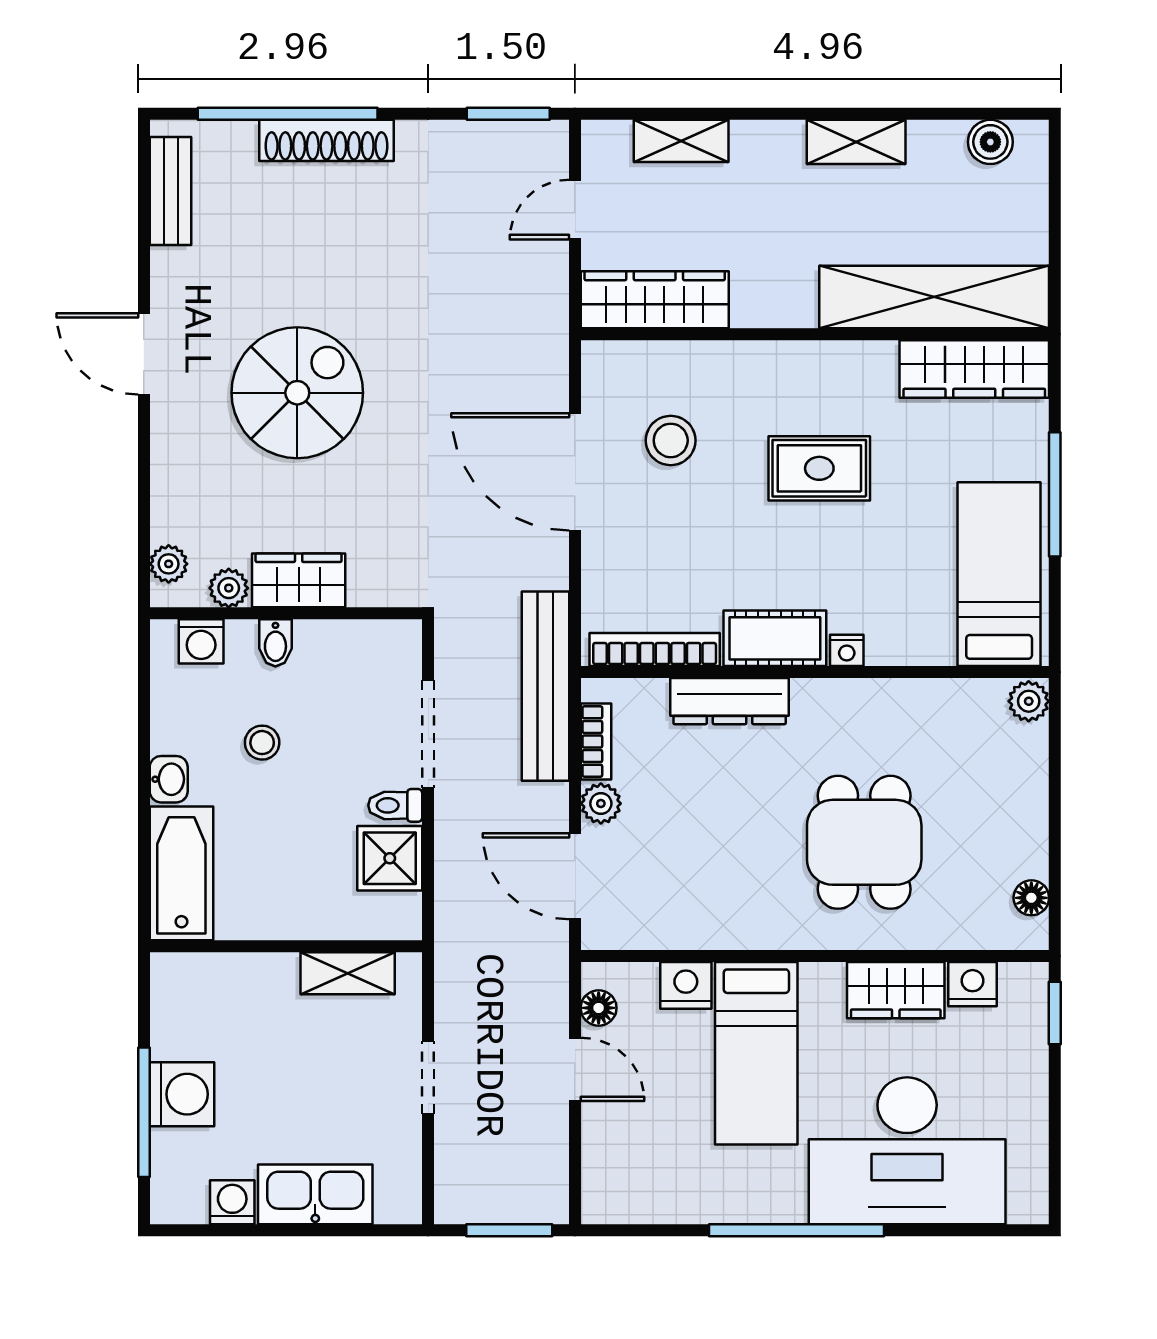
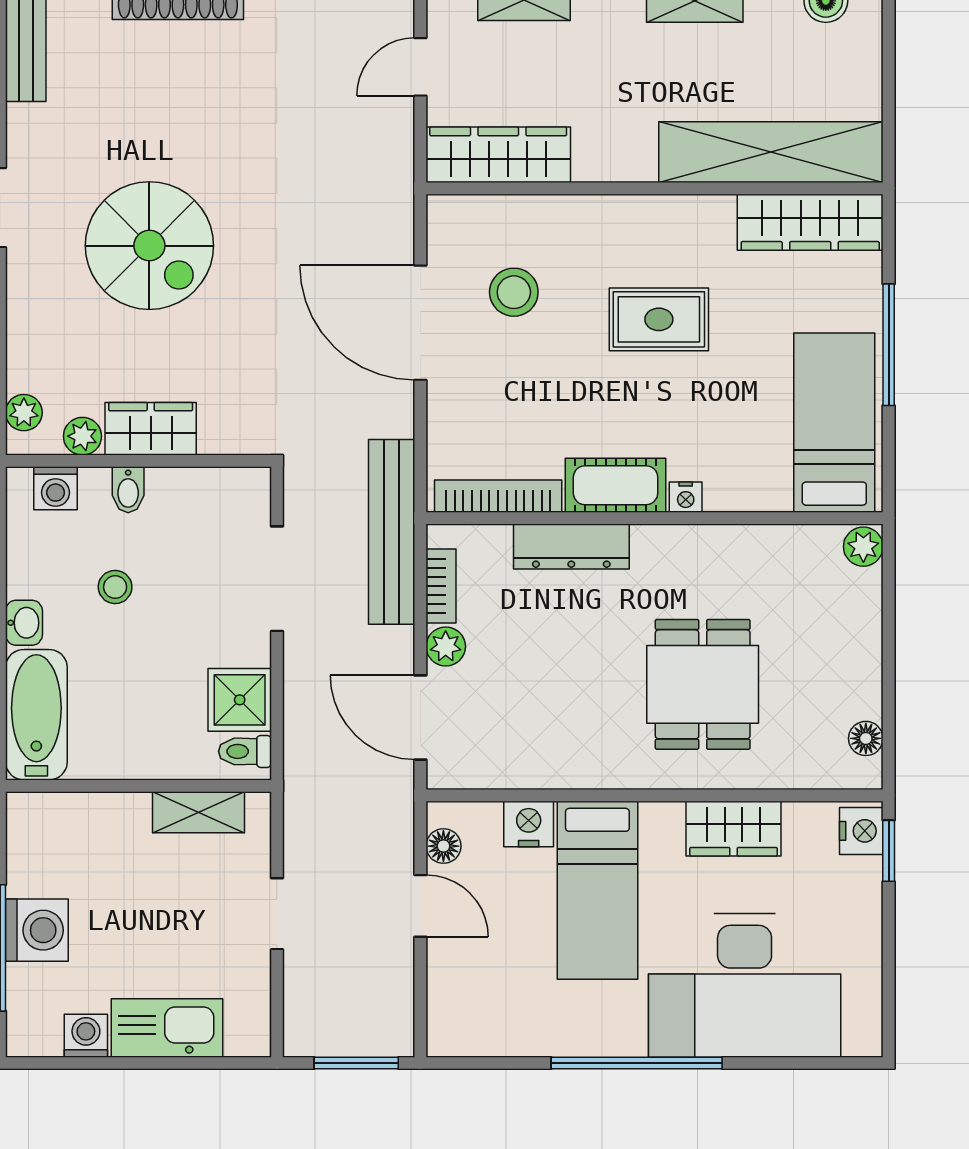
spiral stairs: (297, 393) -> (149, 246), turned 90
toilet: (395, 805) -> (245, 751), moved
nightstand: (972, 984) -> (861, 831), moved, turned 90

